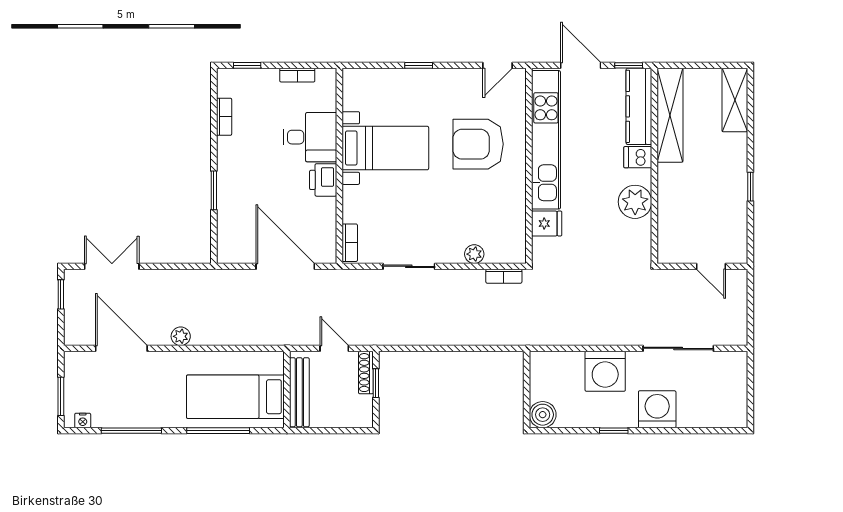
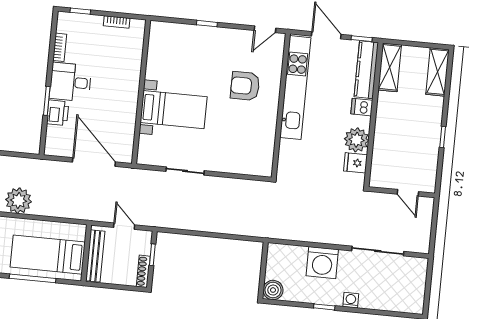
shelving: (670, 115) -> (390, 67), width x0.68
desk: (310, 137) -> (70, 82), moved, turned 180
armchair: (478, 144) -> (245, 86), width x0.73, depth x0.73
bed with nightstands: (385, 148) -> (174, 110), moved
printer: (323, 180) -> (58, 113), moved, turned 180
fridge: (547, 224) -> (356, 163), moved, turned 180
bookcase: (350, 243) -> (143, 149), removed
plant: (474, 254) -> (234, 167), removed
bookcase: (504, 276) -> (254, 185), removed
plant: (181, 336) -> (18, 201), width x1.88, depth x1.88
shoe rack: (366, 373) -> (143, 271), moved
washing machine: (657, 409) -> (351, 300), width x0.53, depth x0.53

